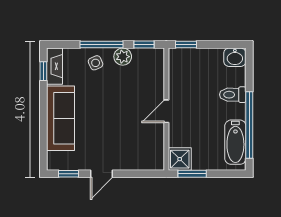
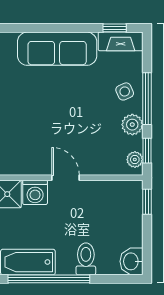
plant: (151, 55) -> (135, 160), added
washing machine: (178, 136) -> (35, 192), added

